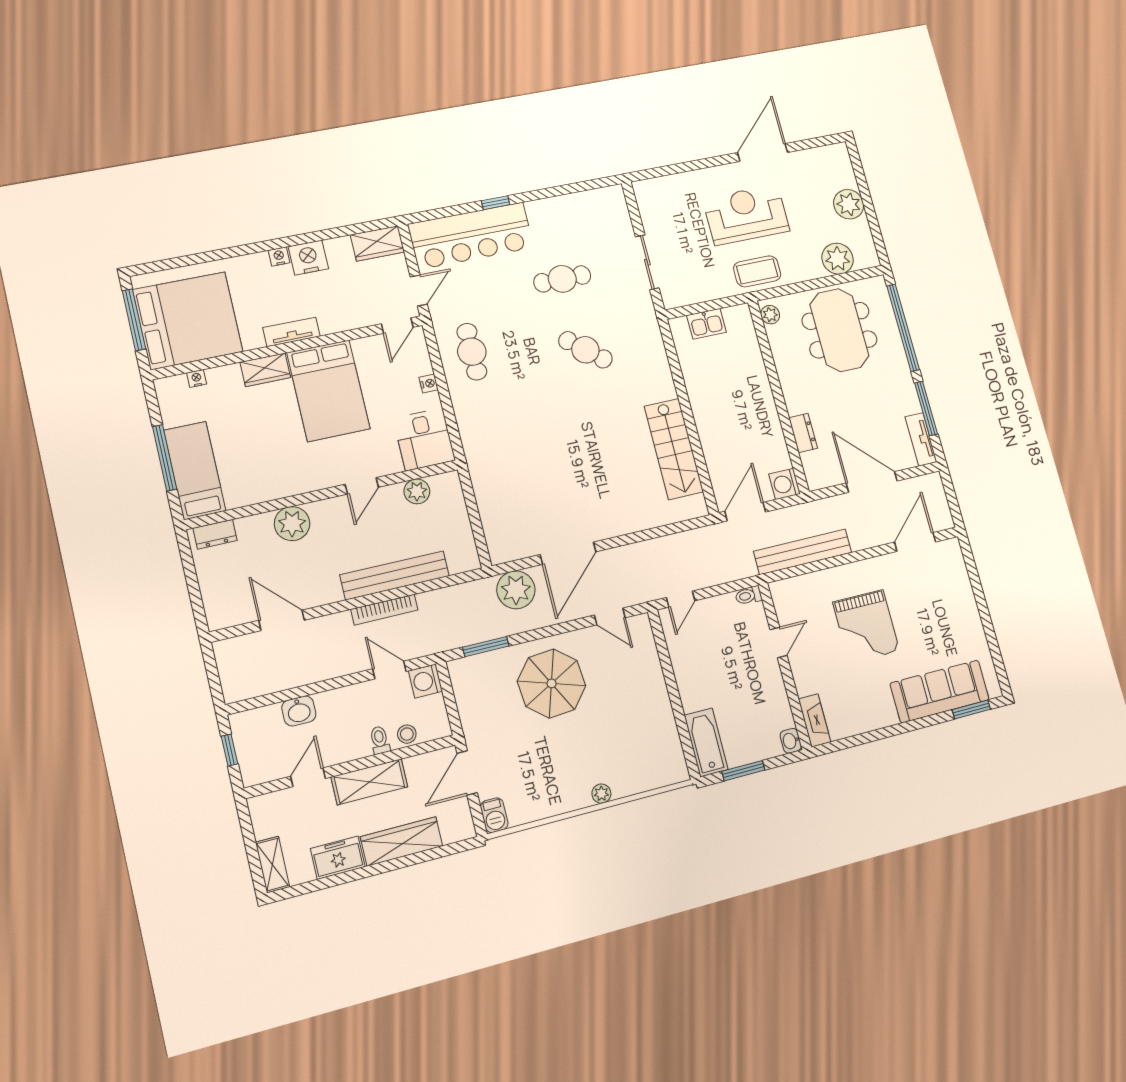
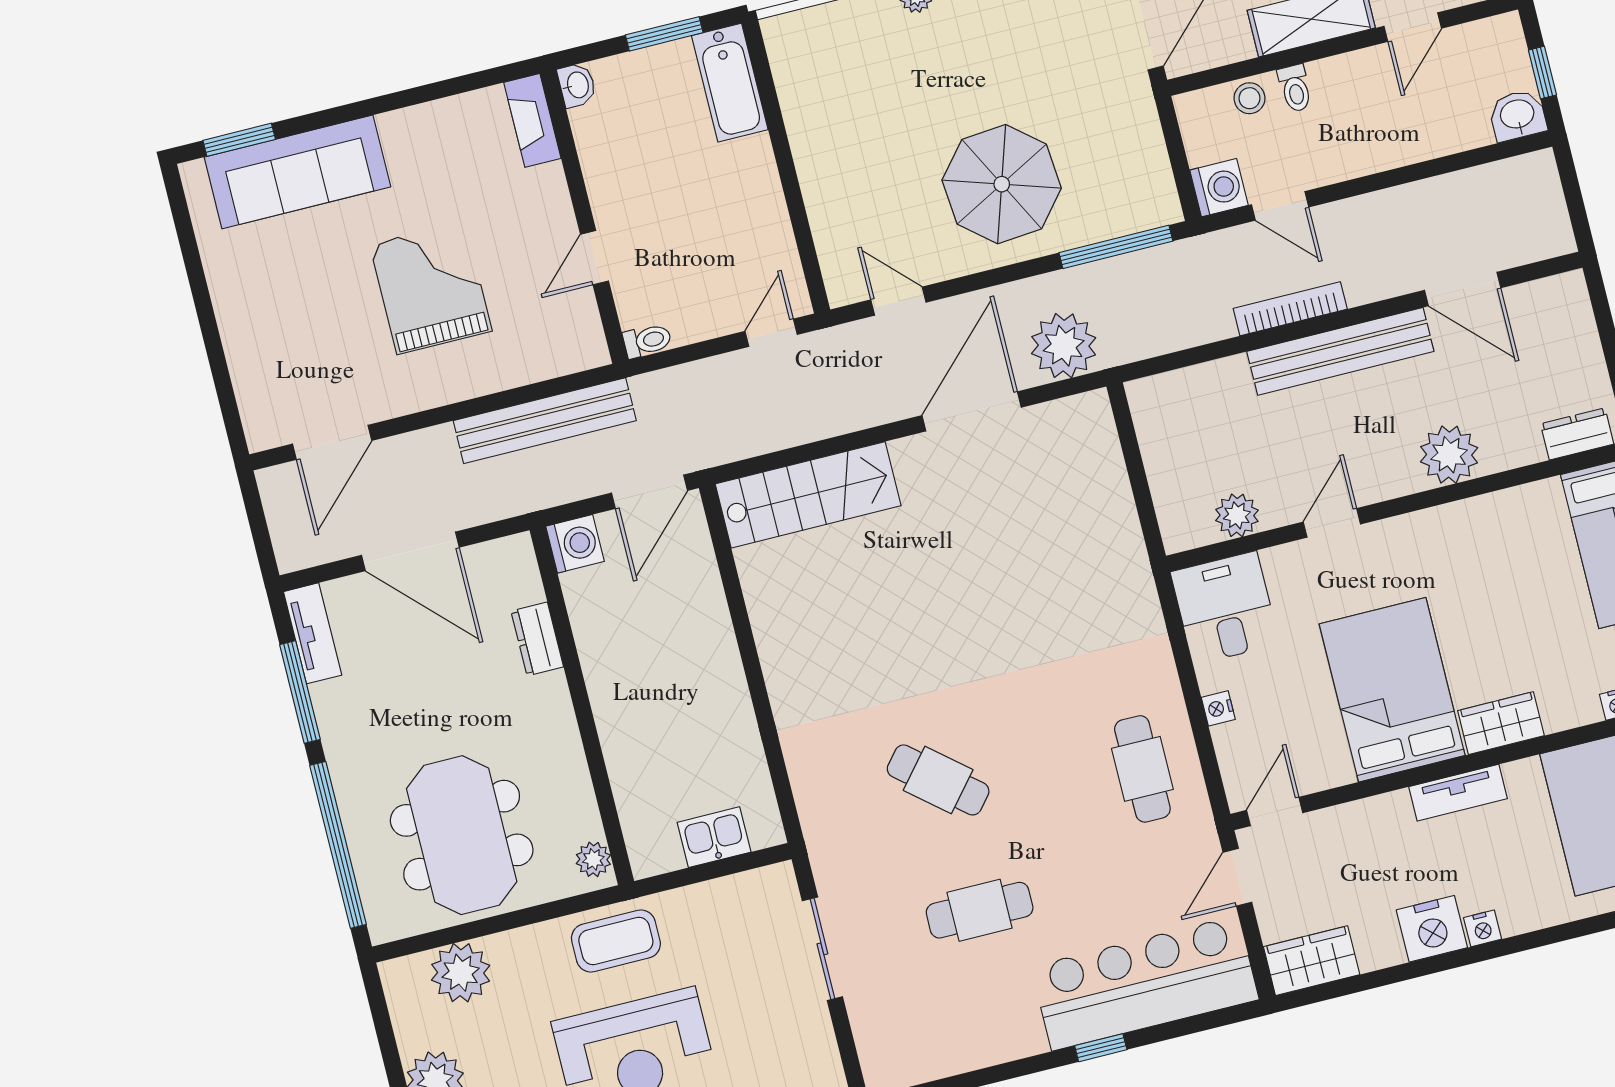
stairs: (674, 449) -> (808, 495), moved, turned 90
bench: (395, 575) -> (1340, 351), moved
window: (486, 647) -> (1116, 247), width x1.44
washbasin: (299, 711) -> (1517, 115), moved

